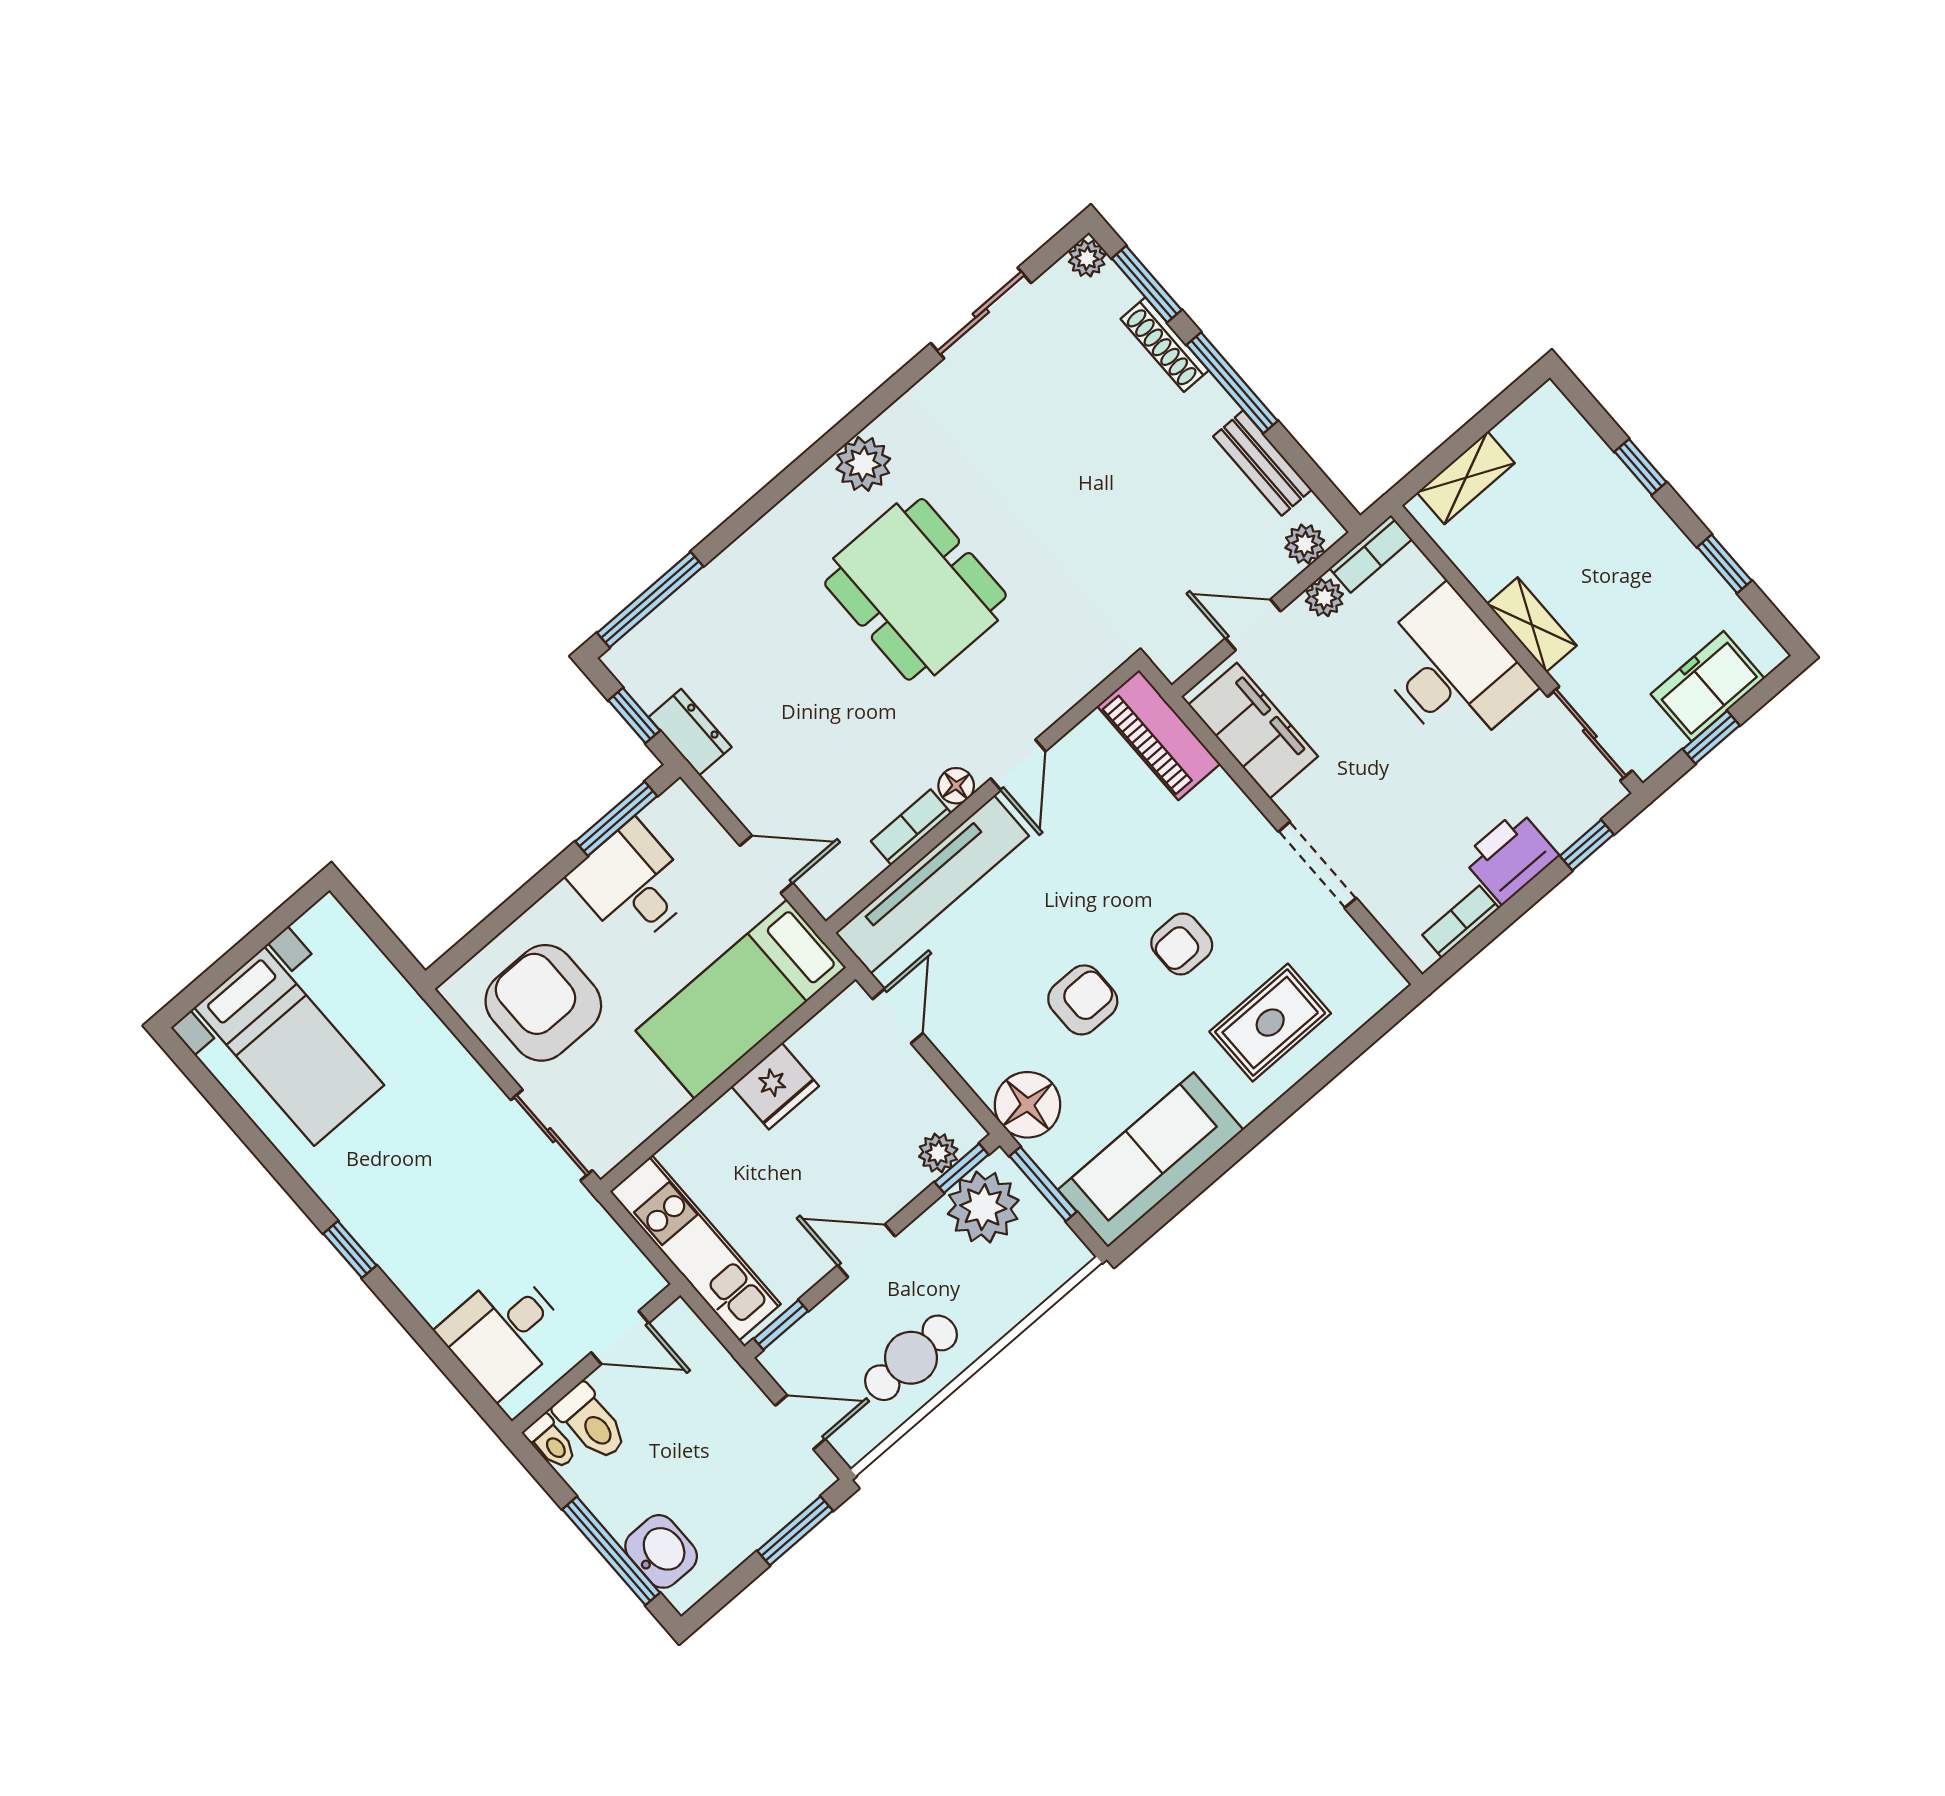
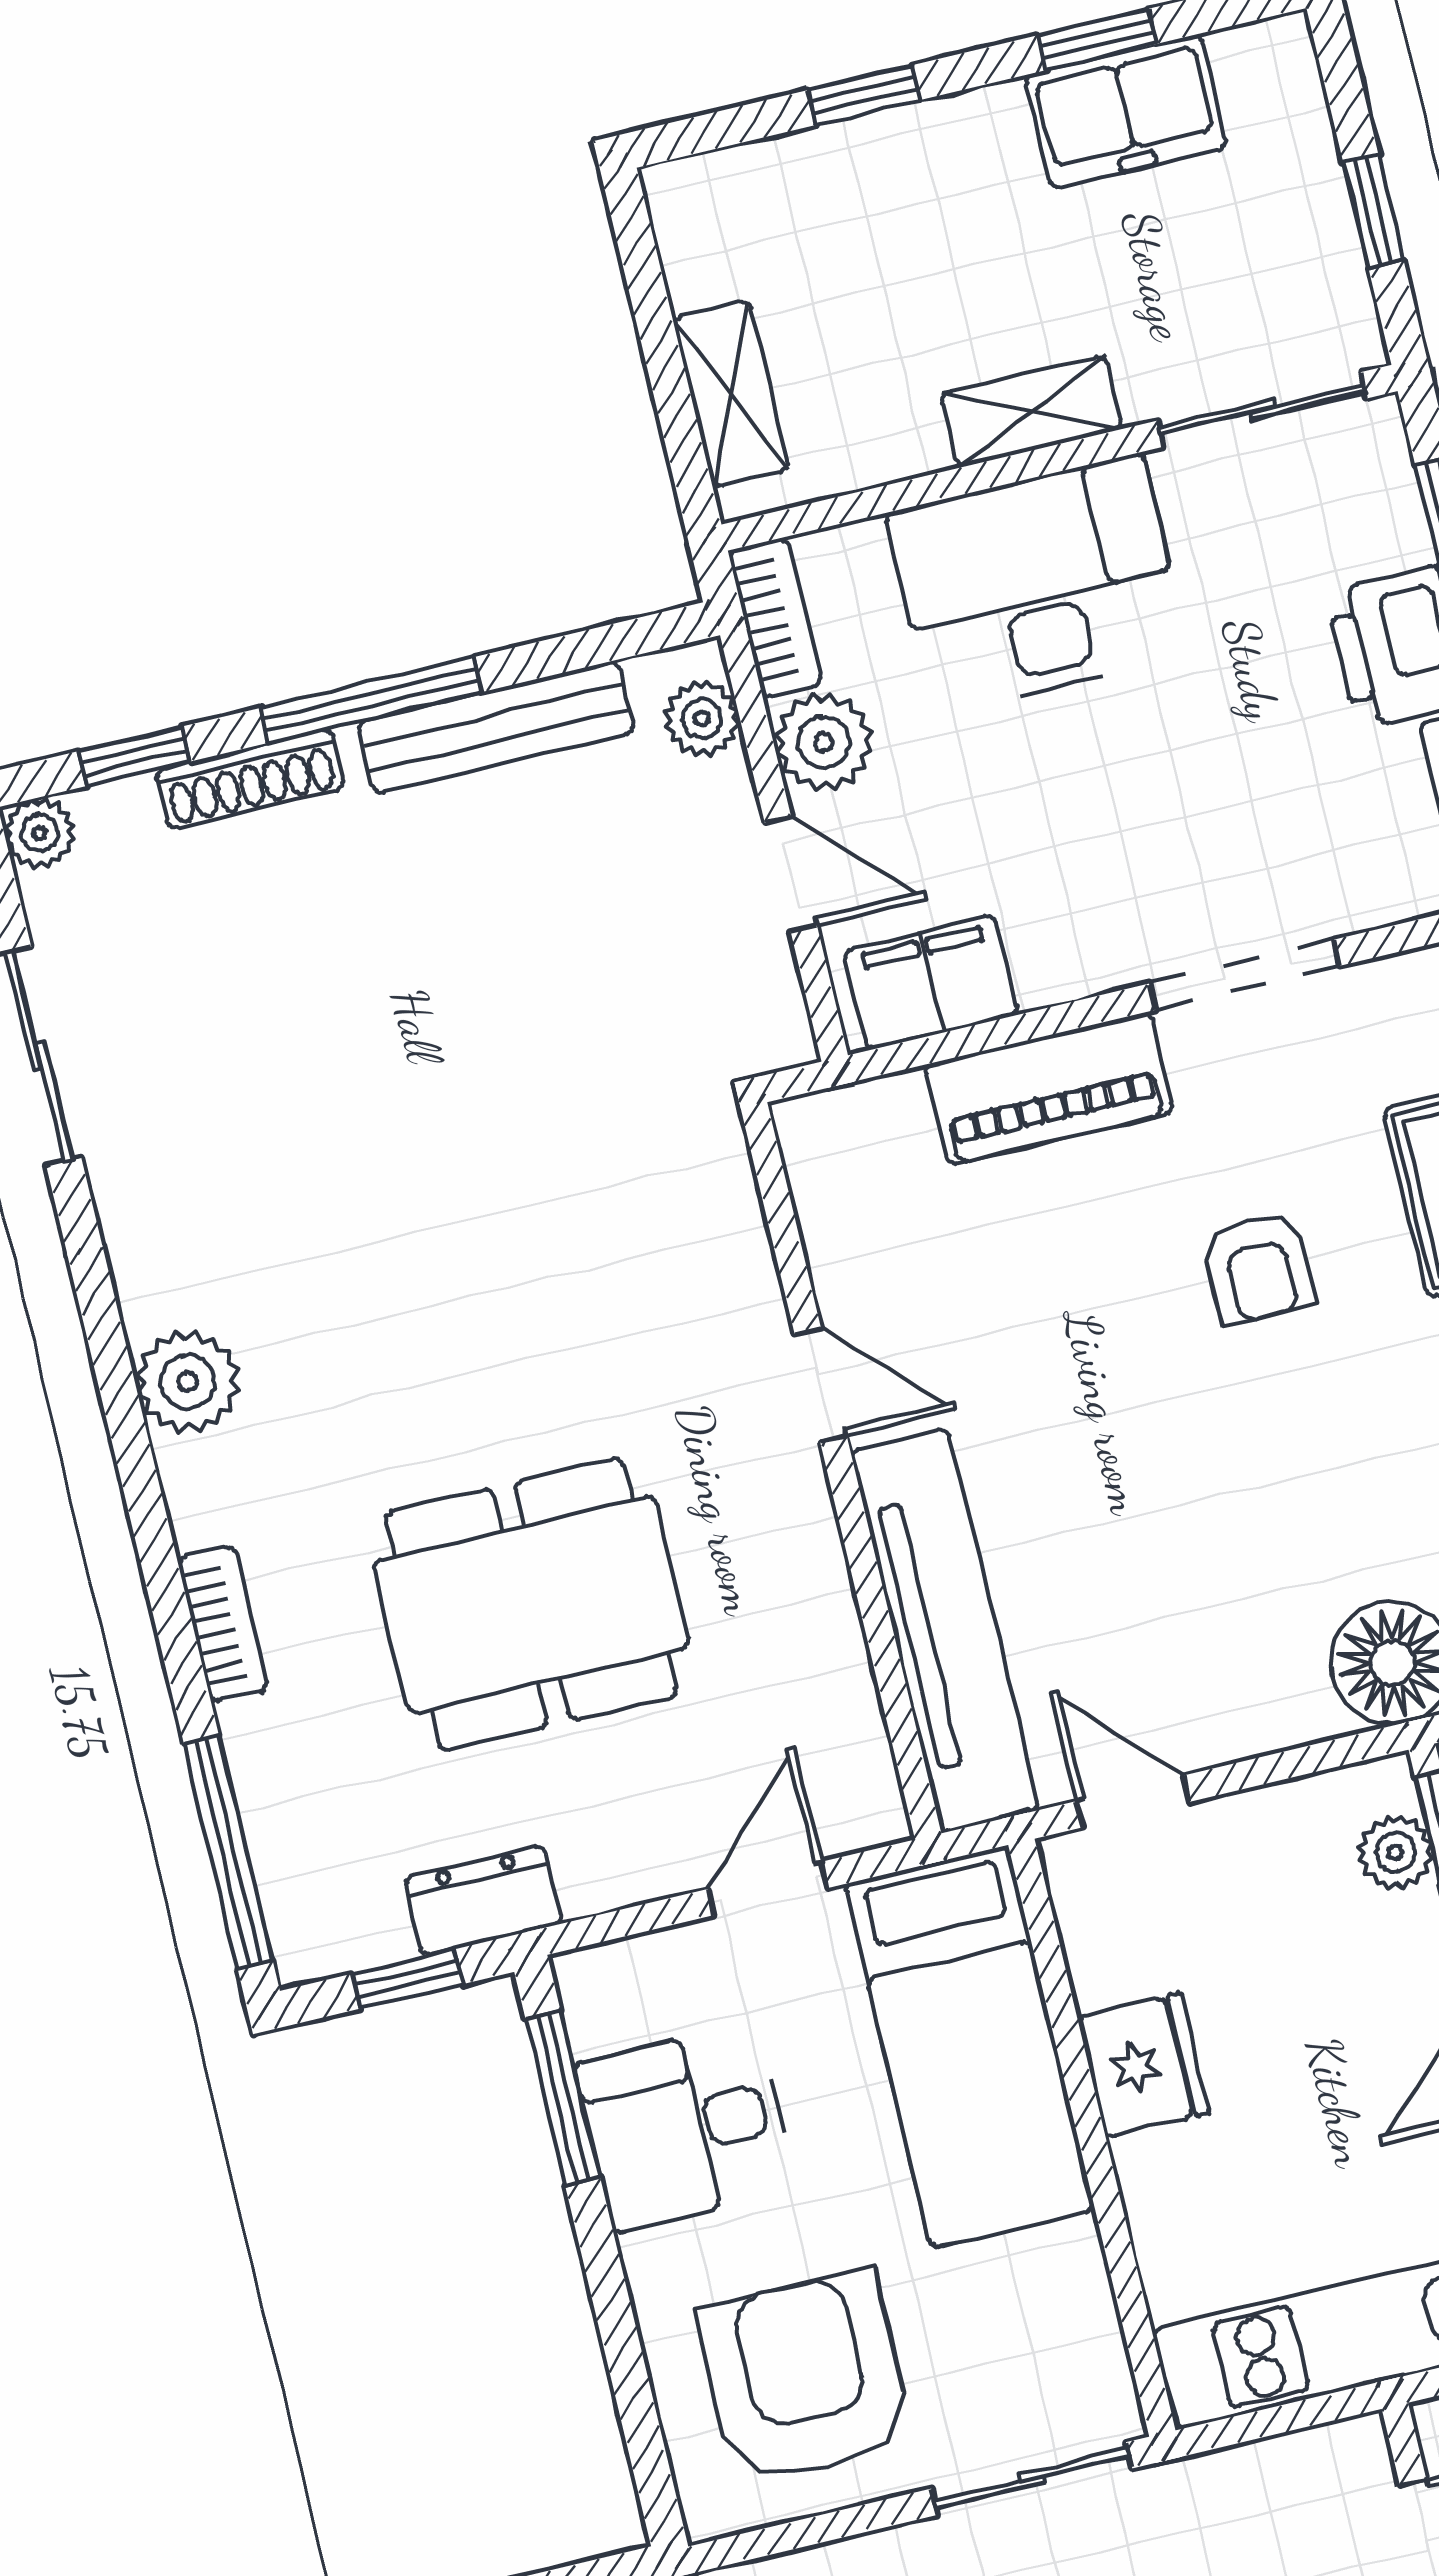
window: (1147, 284) -> (134, 756), width x0.67
bench: (1262, 463) -> (496, 727), width x1.36
dining table: (915, 589) -> (531, 1604), moved
plant: (1324, 598) -> (824, 742), width x1.38, depth x1.38
door: (1253, 625) -> (791, 874), swing flipped
freezer: (1708, 686) -> (1126, 111), moved, turned -90
filing cabinet: (1253, 731) -> (931, 983), width x0.67, depth x0.86
piano: (1159, 735) -> (1049, 1089), moved
floor lamp: (956, 786) -> (801, 1506), removed
bookcase: (911, 827) -> (223, 1624), moved, turned 180
armchair: (1083, 1000) -> (1266, 1481), removed
armchair: (543, 1003) -> (805, 2378), turned 90

